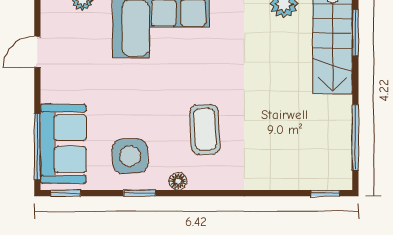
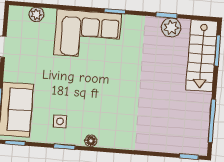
coffee table: (205, 129) -> (112, 108), removed
side table: (130, 156) -> (60, 121), width x0.54, depth x0.54

